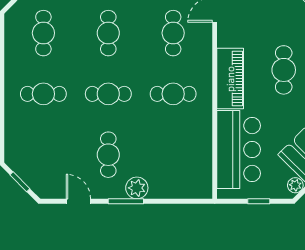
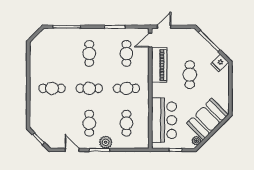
cafe table: (43, 33) -> (126, 123), moved
piano: (230, 79) -> (159, 65), moved

